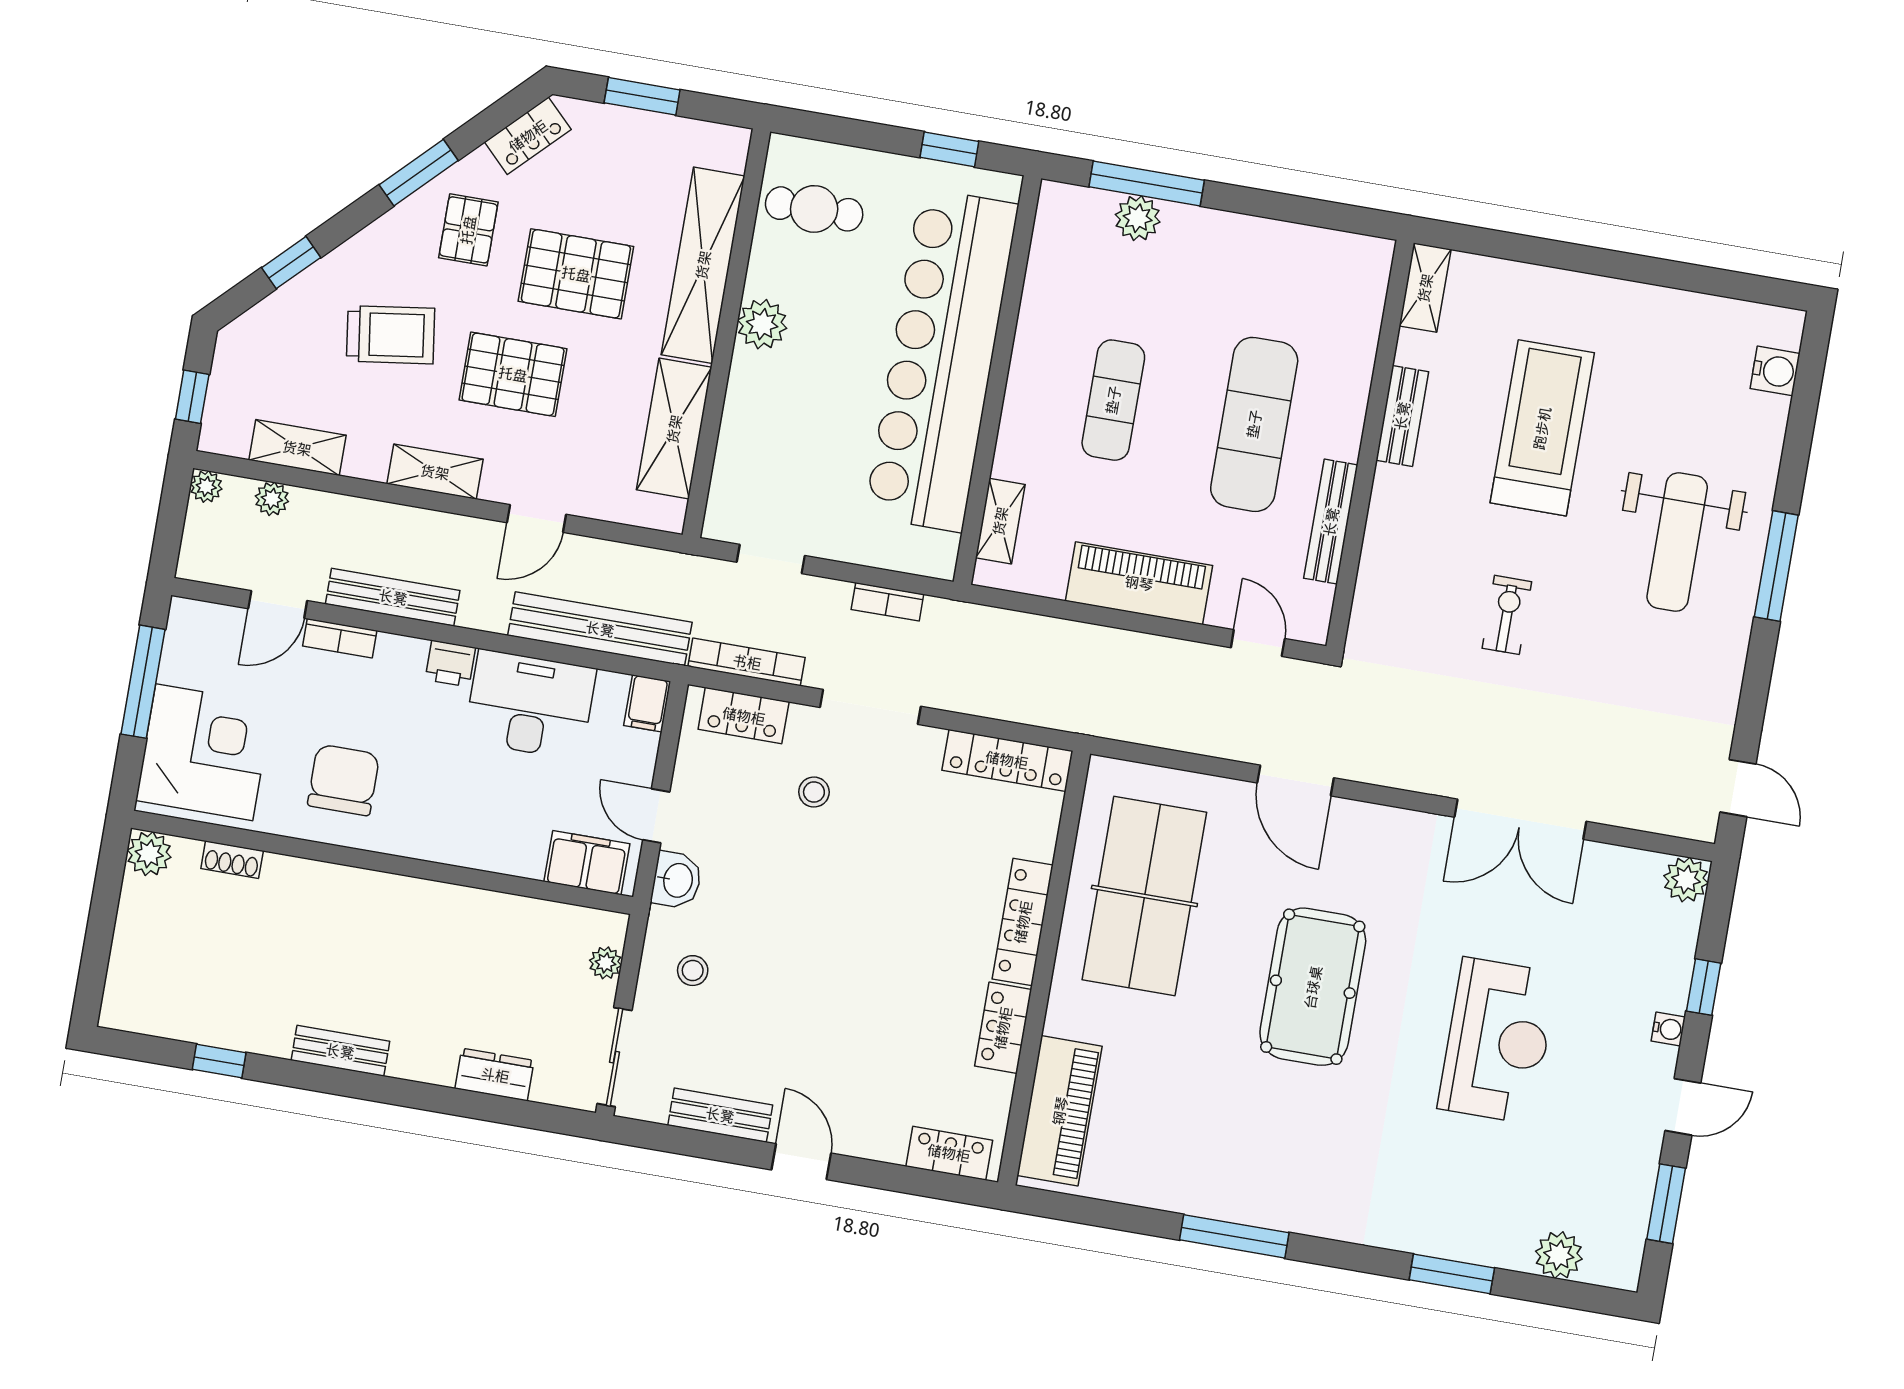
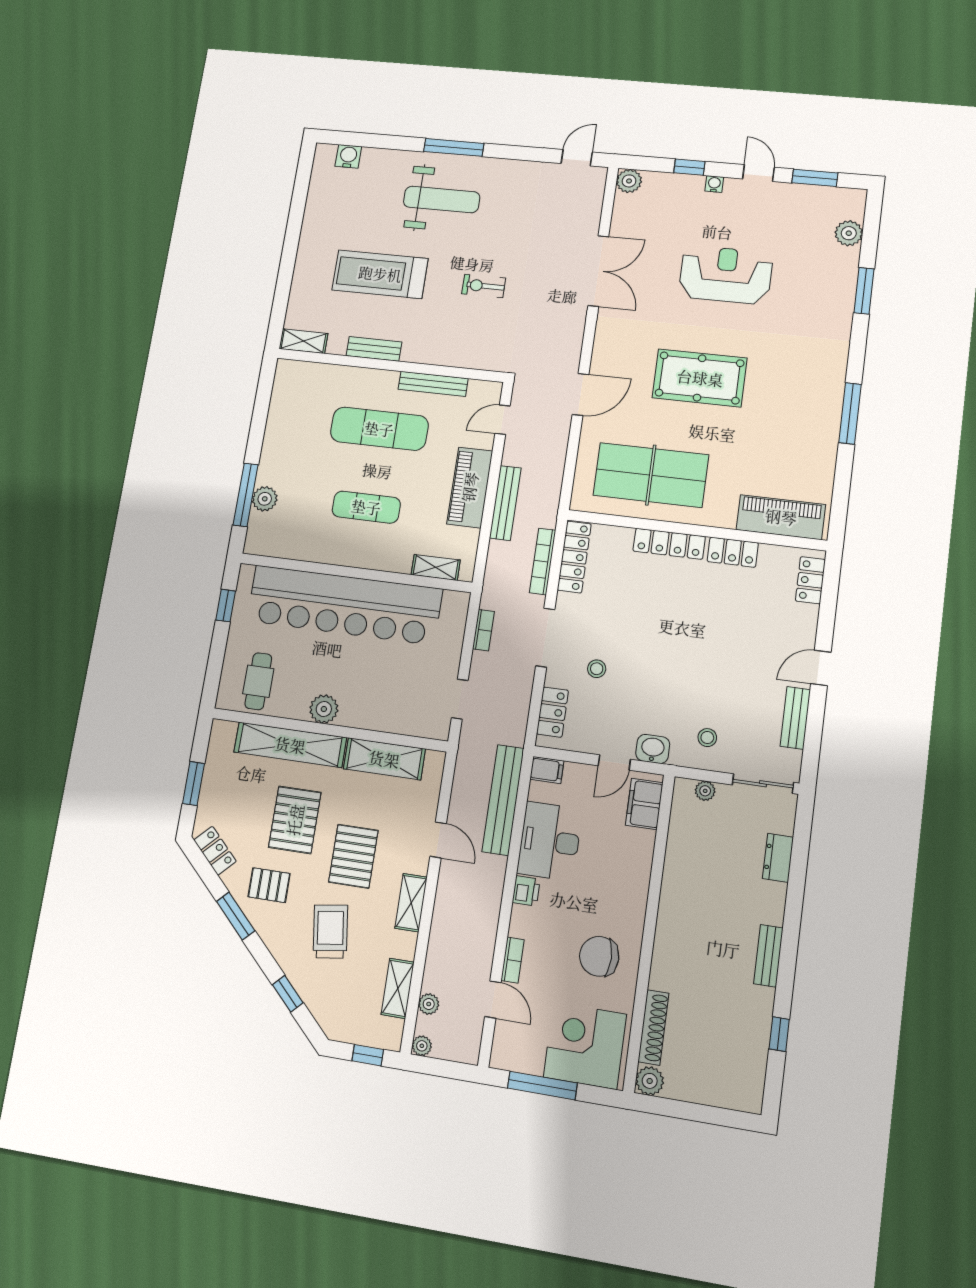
bench: (393, 597) -> (505, 503), moved
bookcase: (747, 662) -> (543, 561), moved
shoe rack: (232, 860) -> (653, 1027), width x1.94, depth x1.24

